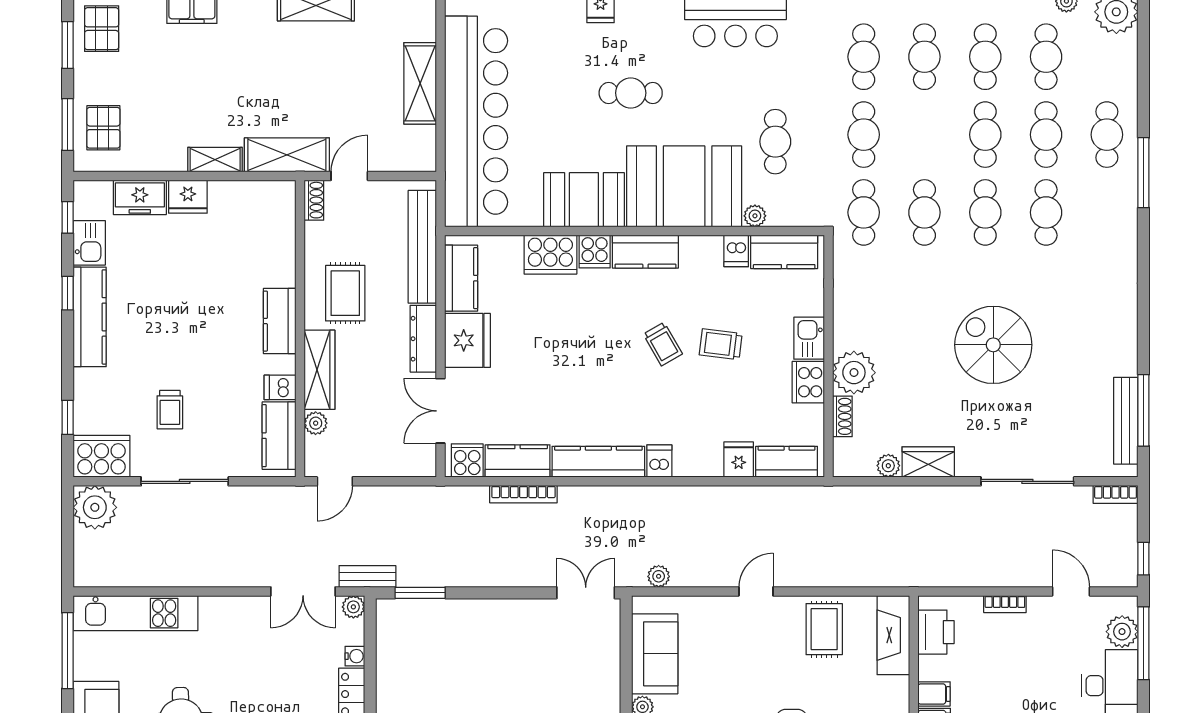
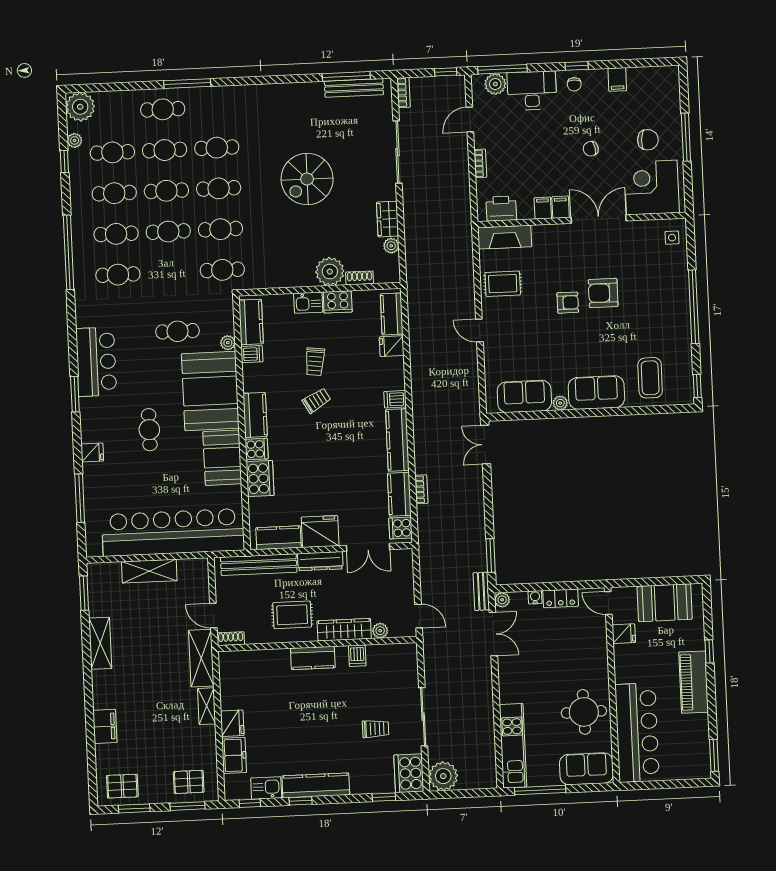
cafe table: (864, 135) -> (168, 232), moved
kitchen counter: (279, 436) -> (390, 655), removed
bookcase: (523, 494) -> (421, 489), width x0.64
plant: (659, 576) -> (472, 396), removed

